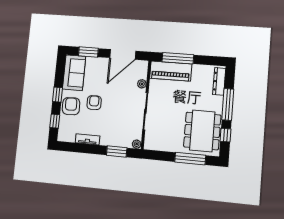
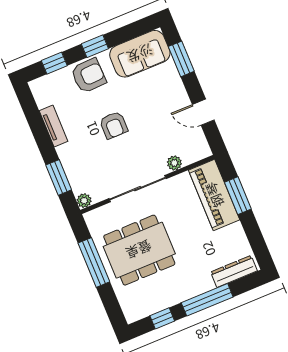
door: (123, 54) -> (203, 112), width x0.53
window: (178, 58) -> (238, 196), width x0.69
armchair: (94, 103) -> (114, 125), moved, turned 90
dining table: (202, 131) -> (139, 250), moved
window: (190, 159) -> (94, 262), moved

